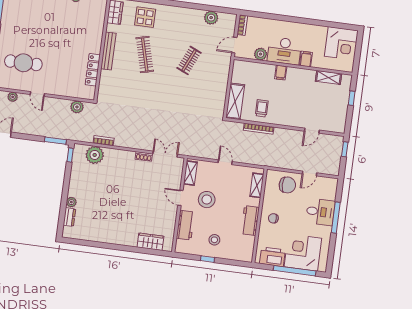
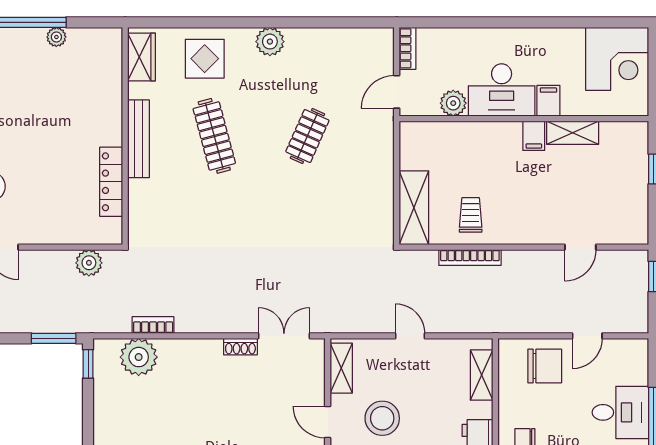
plant: (211, 18) -> (270, 42), moved
filing cabinet: (281, 73) -> (534, 136), moved
shelving: (328, 78) -> (573, 133), moved

